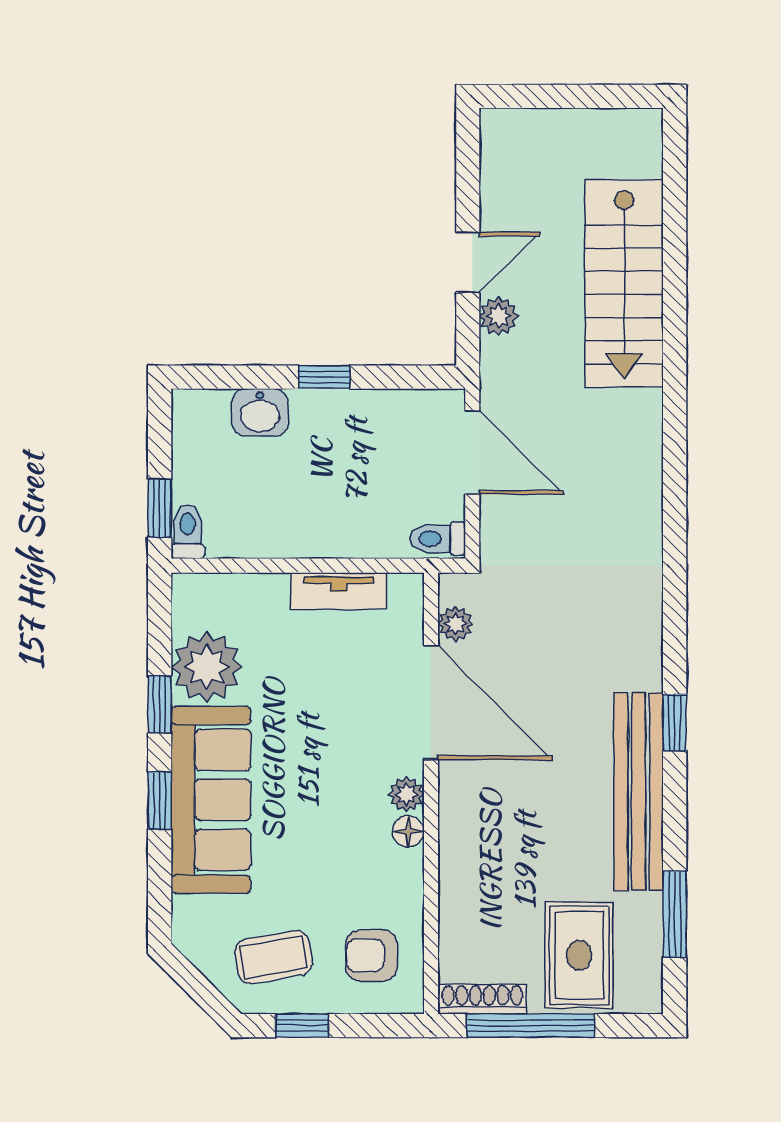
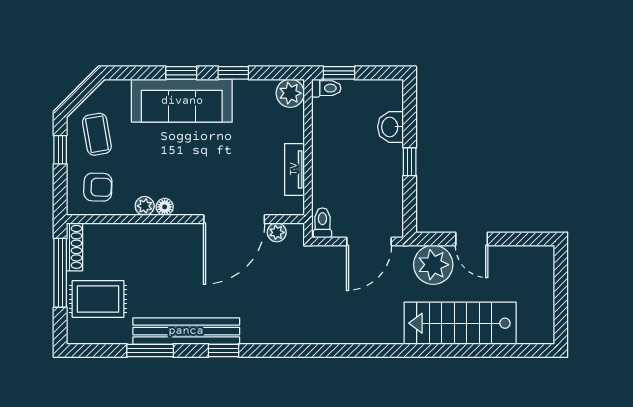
plant: (499, 316) -> (433, 265), width x1.87, depth x1.87
plant: (207, 667) -> (290, 93), moved, width x0.73, depth x0.73
plant: (406, 794) -> (145, 206), moved
window: (675, 914) -> (150, 351), moved
armchair: (371, 956) -> (98, 187), turned 92

